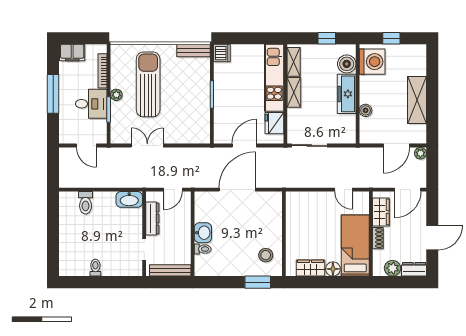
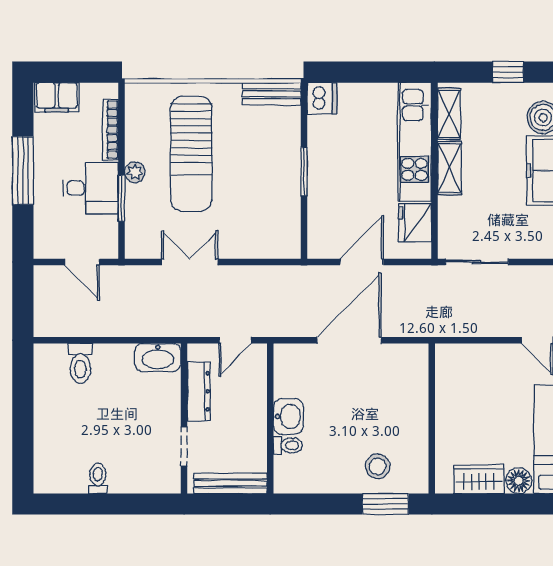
sun lounger: (148, 84) -> (191, 154), turned 180
stool: (266, 255) -> (378, 466), moved

